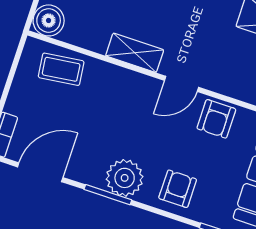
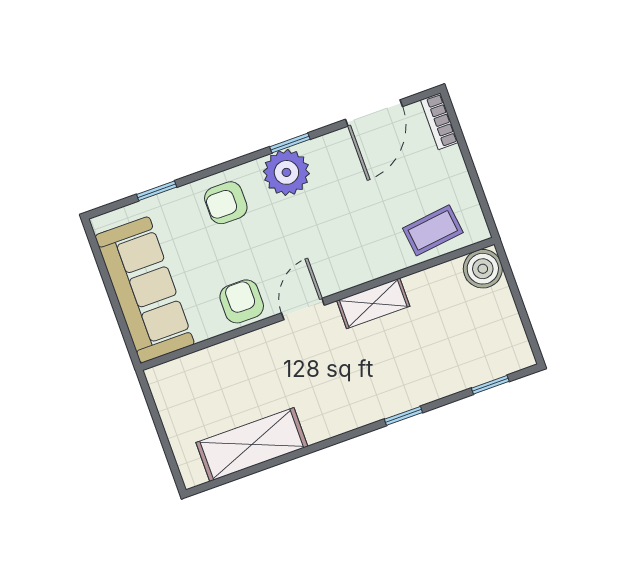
armchair: (178, 189) -> (226, 203), turned 90
window: (108, 195) -> (290, 143), width x0.67

